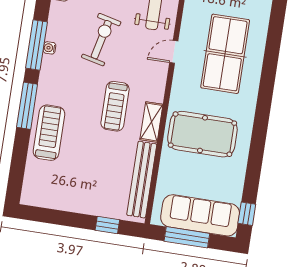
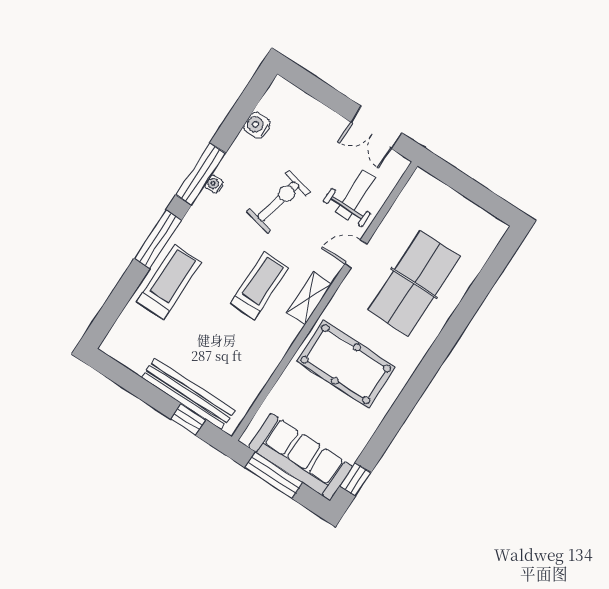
treadmill: (115, 106) -> (259, 286), turned 180
shelving: (151, 122) -> (309, 298), moved
bench: (142, 180) -> (188, 394), moved, turned 90

